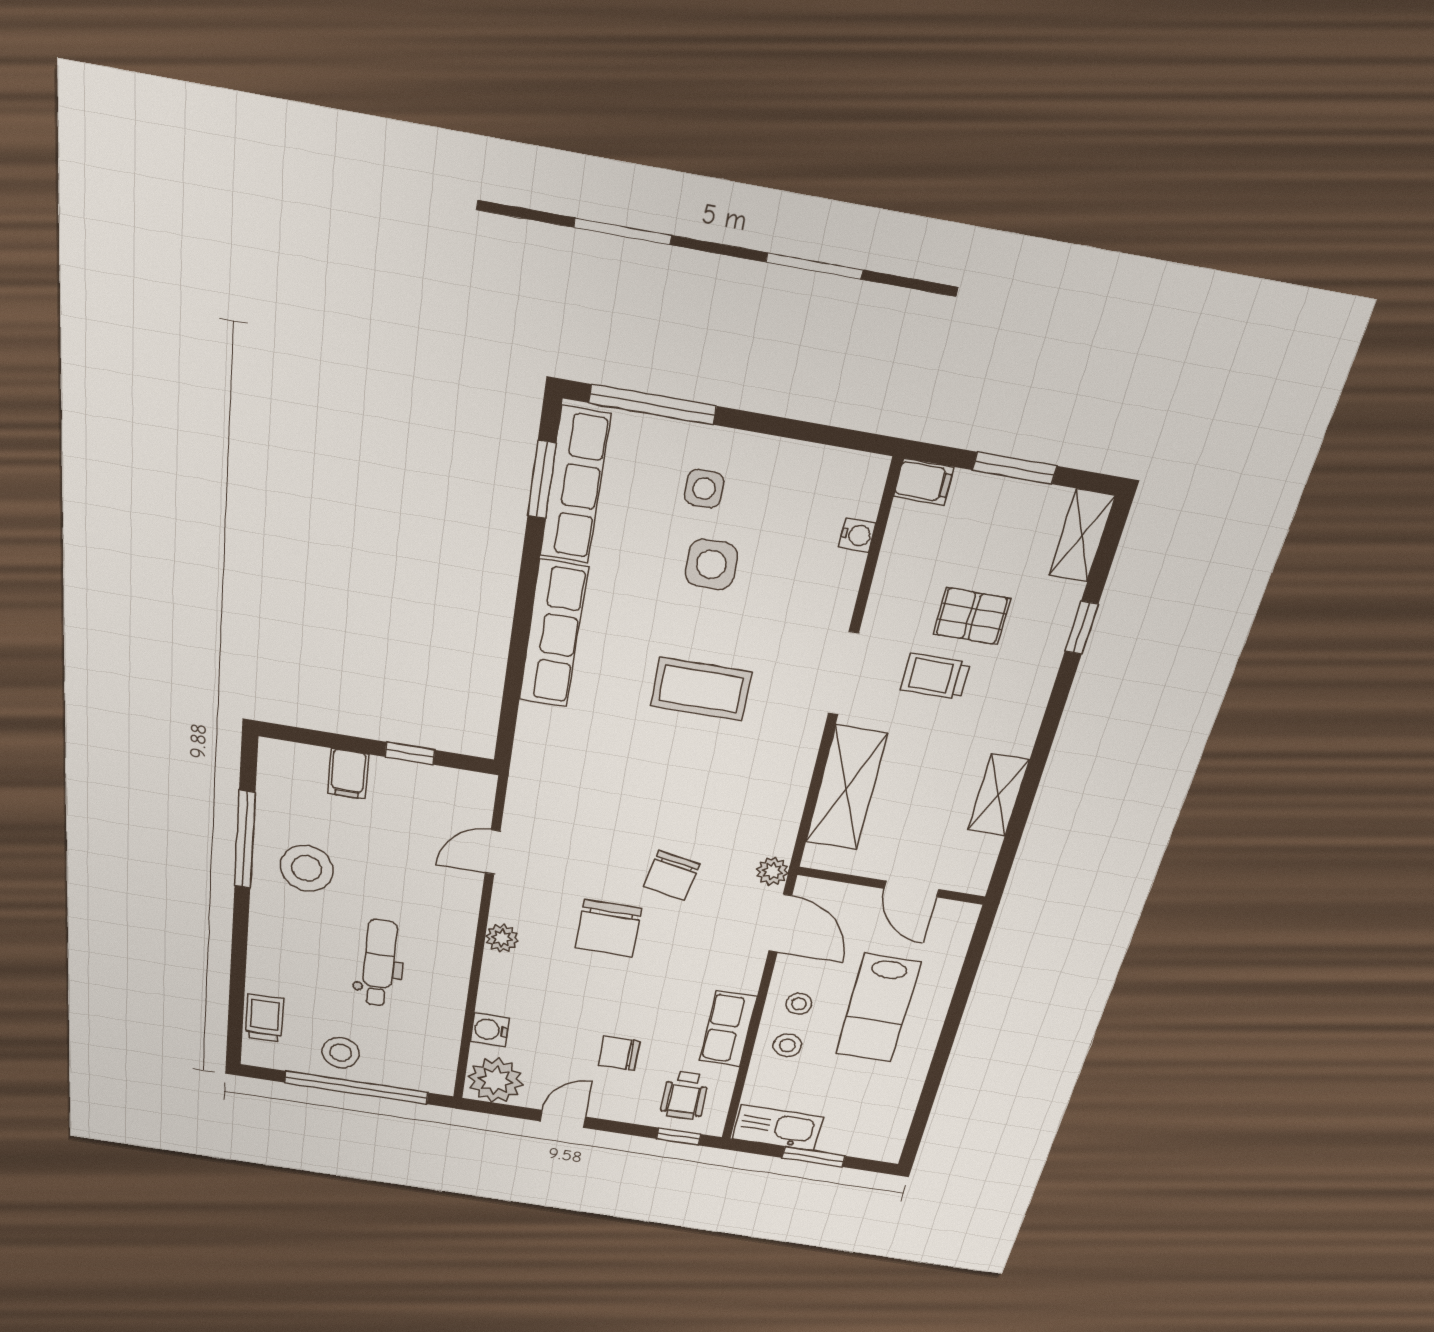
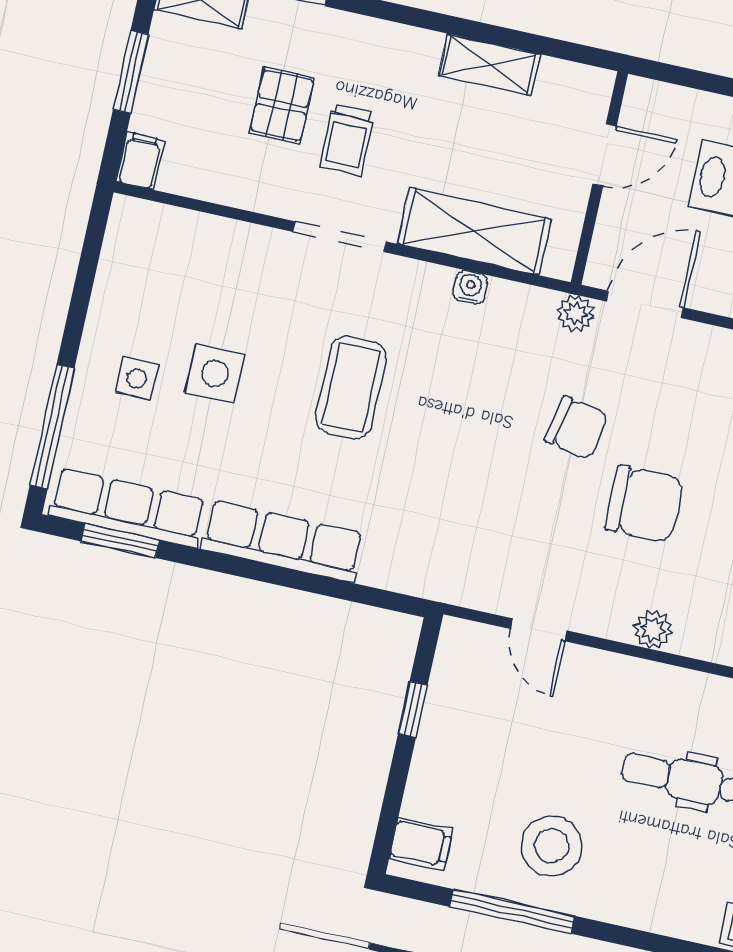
water cooler: (857, 535) -> (470, 287), moved
filing cabinet: (348, 774) -> (421, 844), moved

